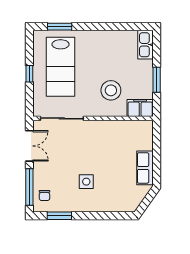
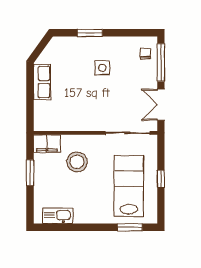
kitchen sink: (145, 45) -> (57, 216), moved, turned -90
window: (59, 216) -> (90, 33), moved

